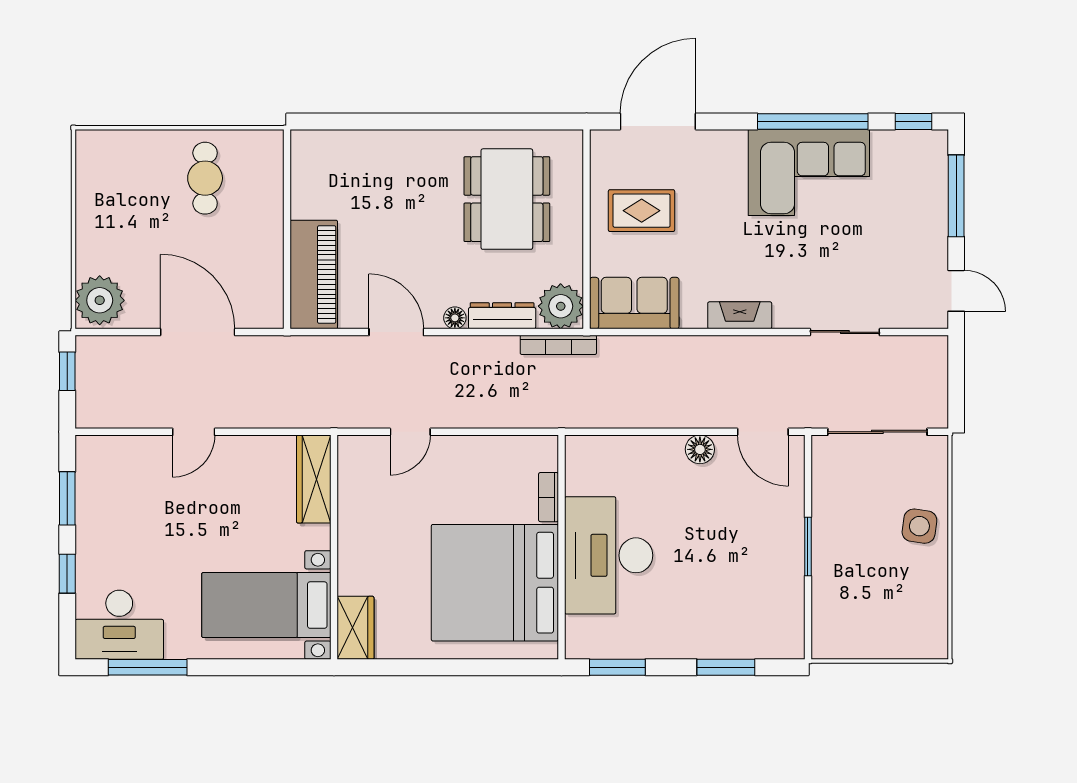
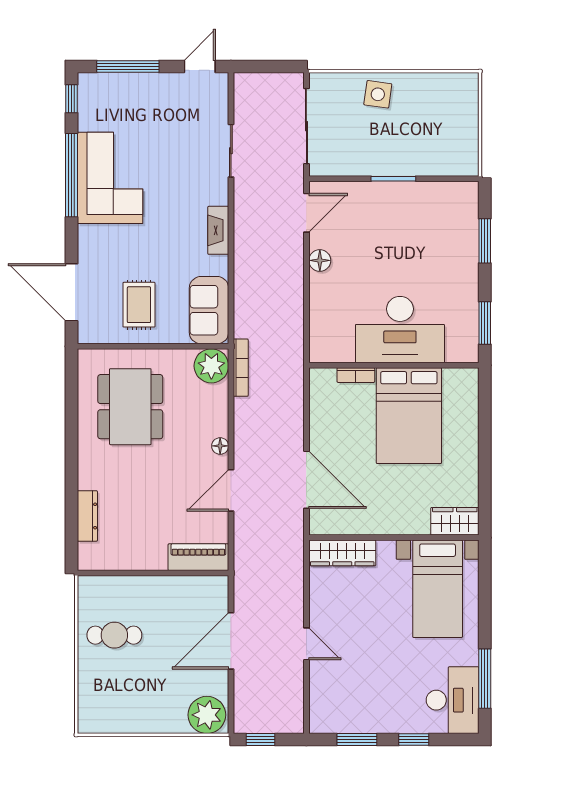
dining table: (507, 199) -> (130, 407), turned 90
piano: (314, 274) -> (198, 557), width x0.73, depth x0.75
dresser: (502, 316) -> (87, 516), moved, turned 180
door: (410, 432) -> (306, 480), width x1.87
bed: (495, 583) -> (409, 416), width x0.73

